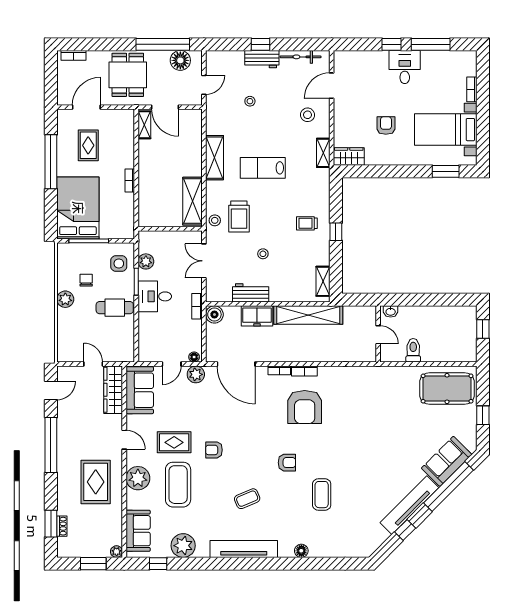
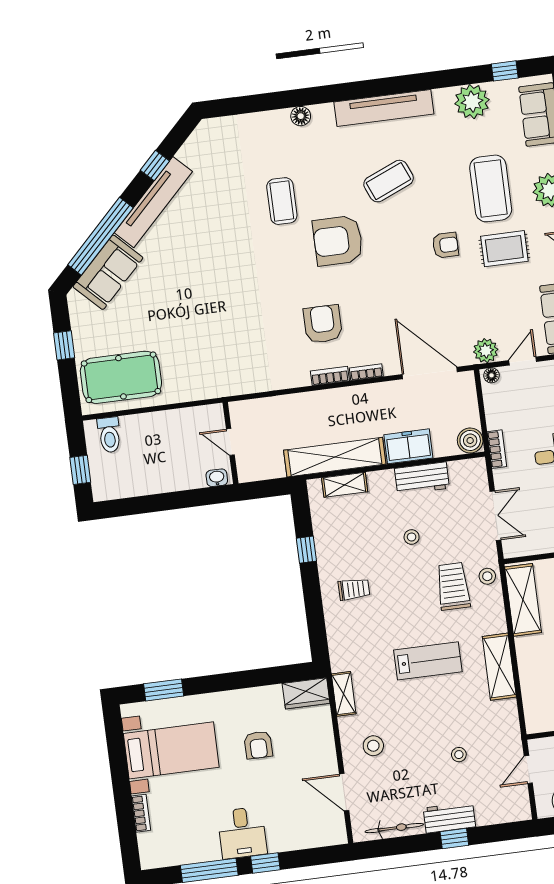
door: (332, 86) -> (344, 792), swing flipped
window: (336, 232) -> (306, 550), moved
shelving: (323, 281) -> (345, 485), moved, turned 90
toilet: (413, 350) -> (109, 435), moved
armchair: (305, 407) -> (323, 324), width x0.73, depth x0.73
armchair: (287, 463) -> (338, 241), width x1.88, depth x1.88
coffee table: (247, 499) -> (389, 181), width x1.36, depth x1.30

